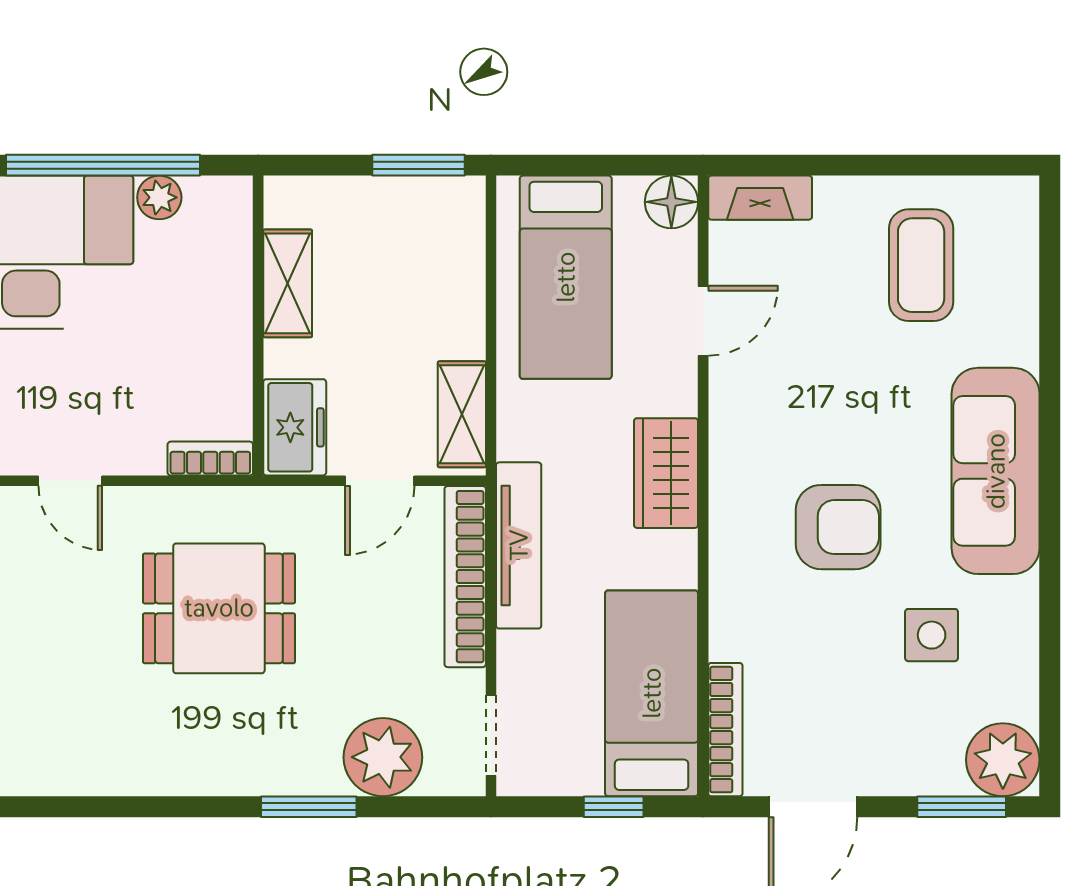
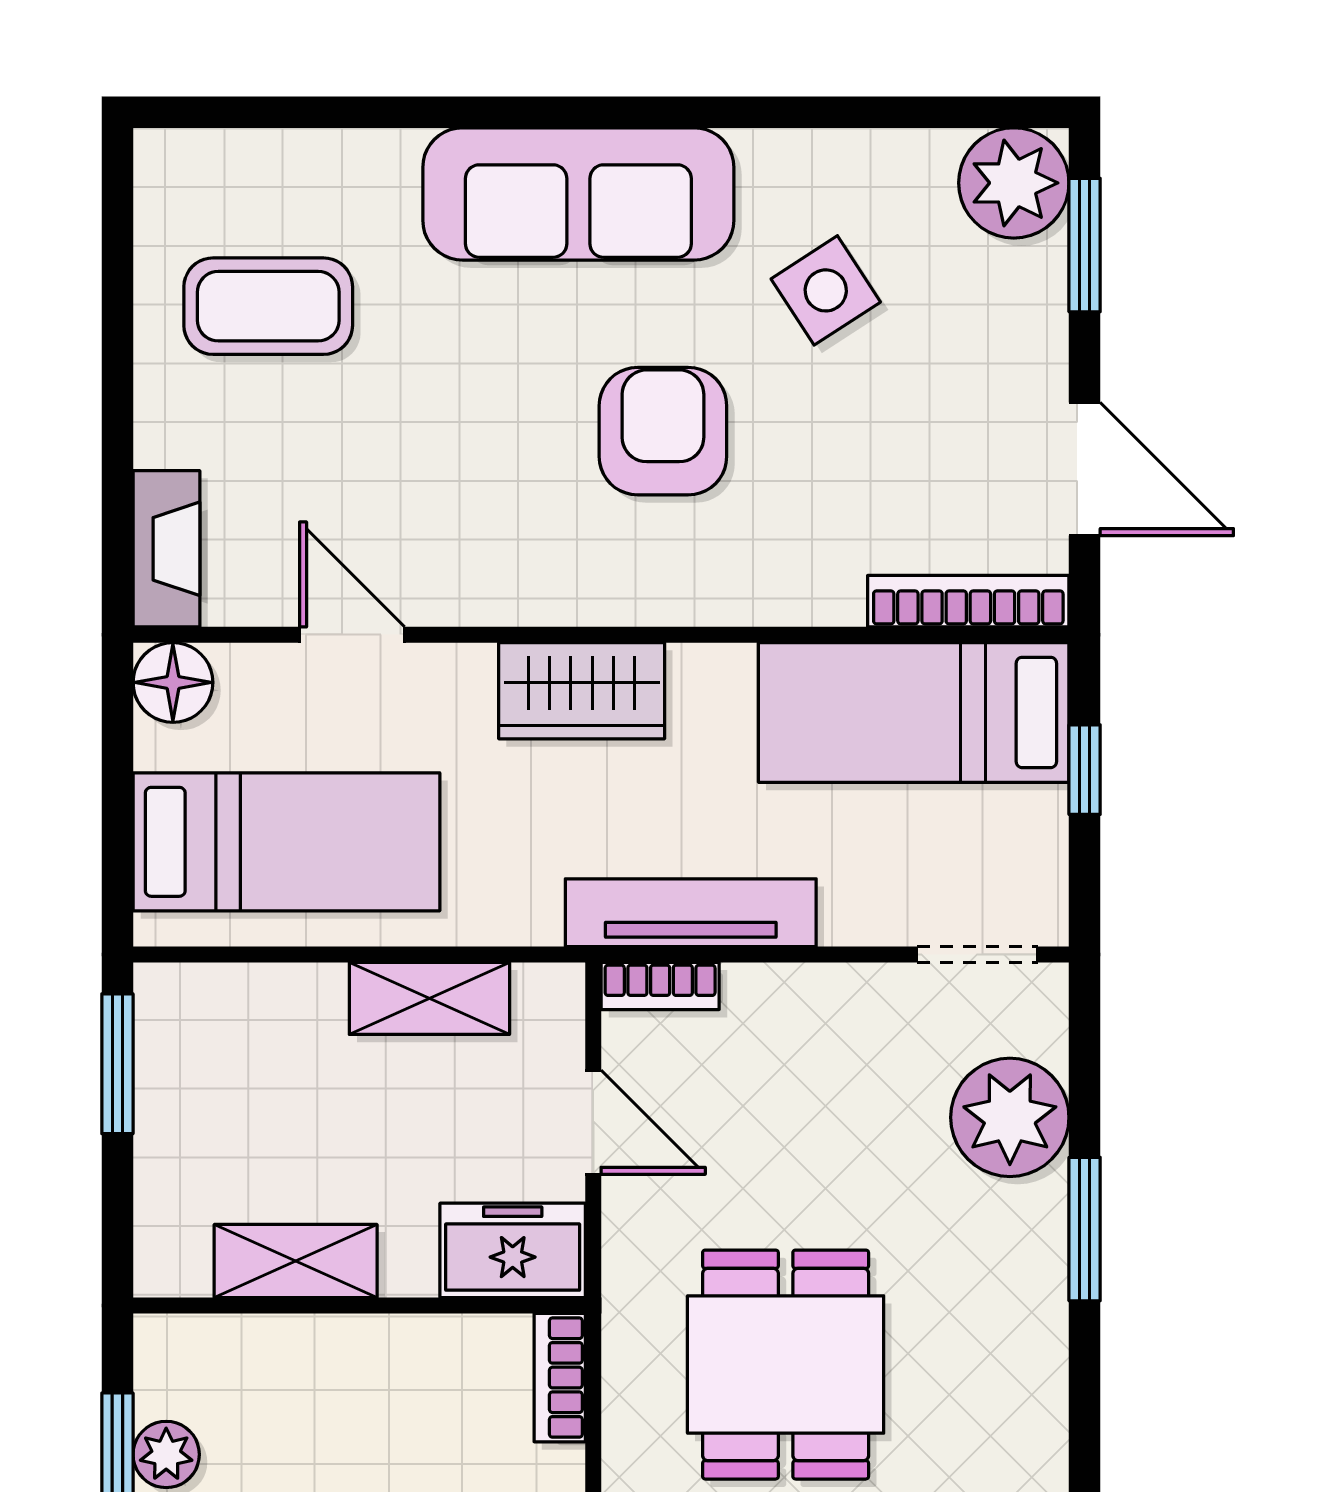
shelving: (462, 414) -> (429, 998), moved
bookcase: (465, 577) -> (660, 986), width x0.43, depth x0.76
side table: (932, 635) -> (826, 290), turned -33

